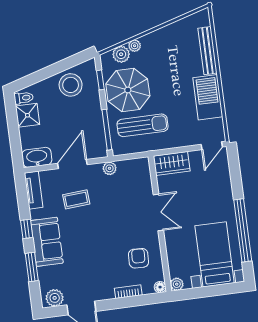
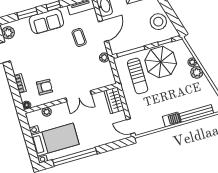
plant: (121, 54) -> (197, 72), moved
barbecue: (208, 97) -> (172, 120), width x0.53, depth x0.65
door: (72, 164) -> (103, 31), hinge flipped
plant: (177, 284) -> (47, 112), moved

